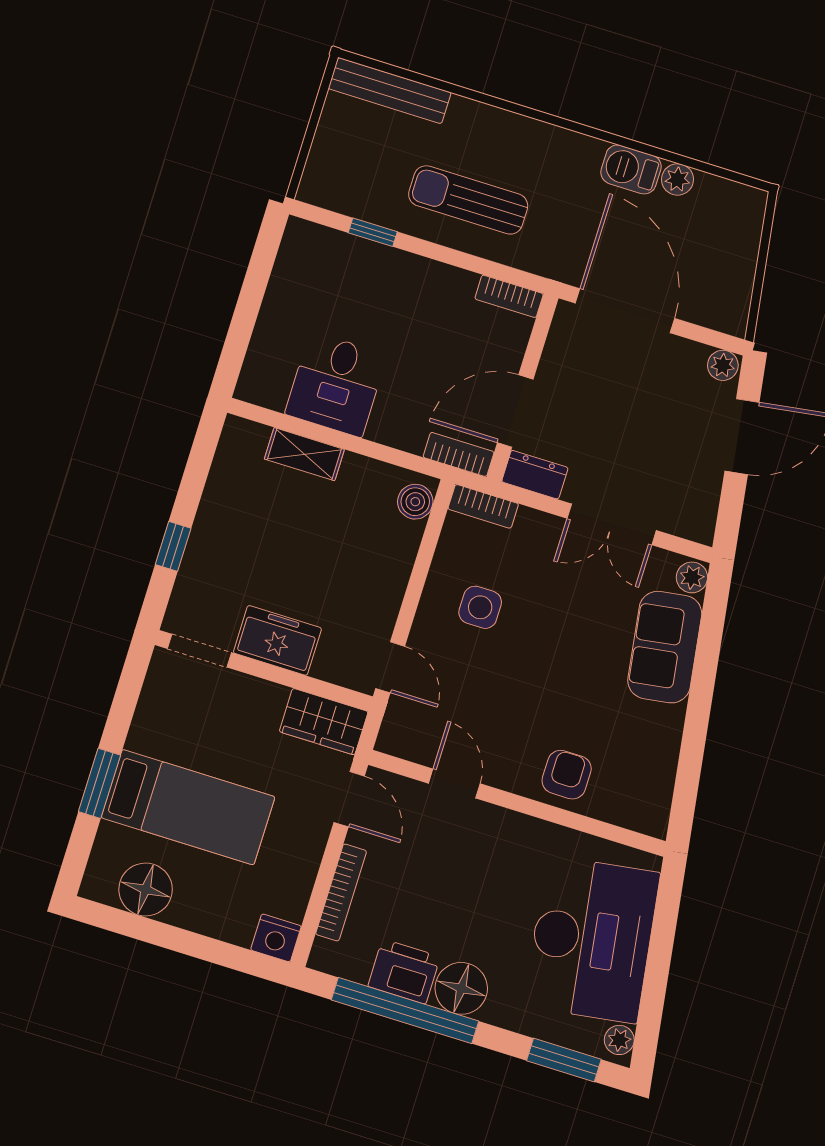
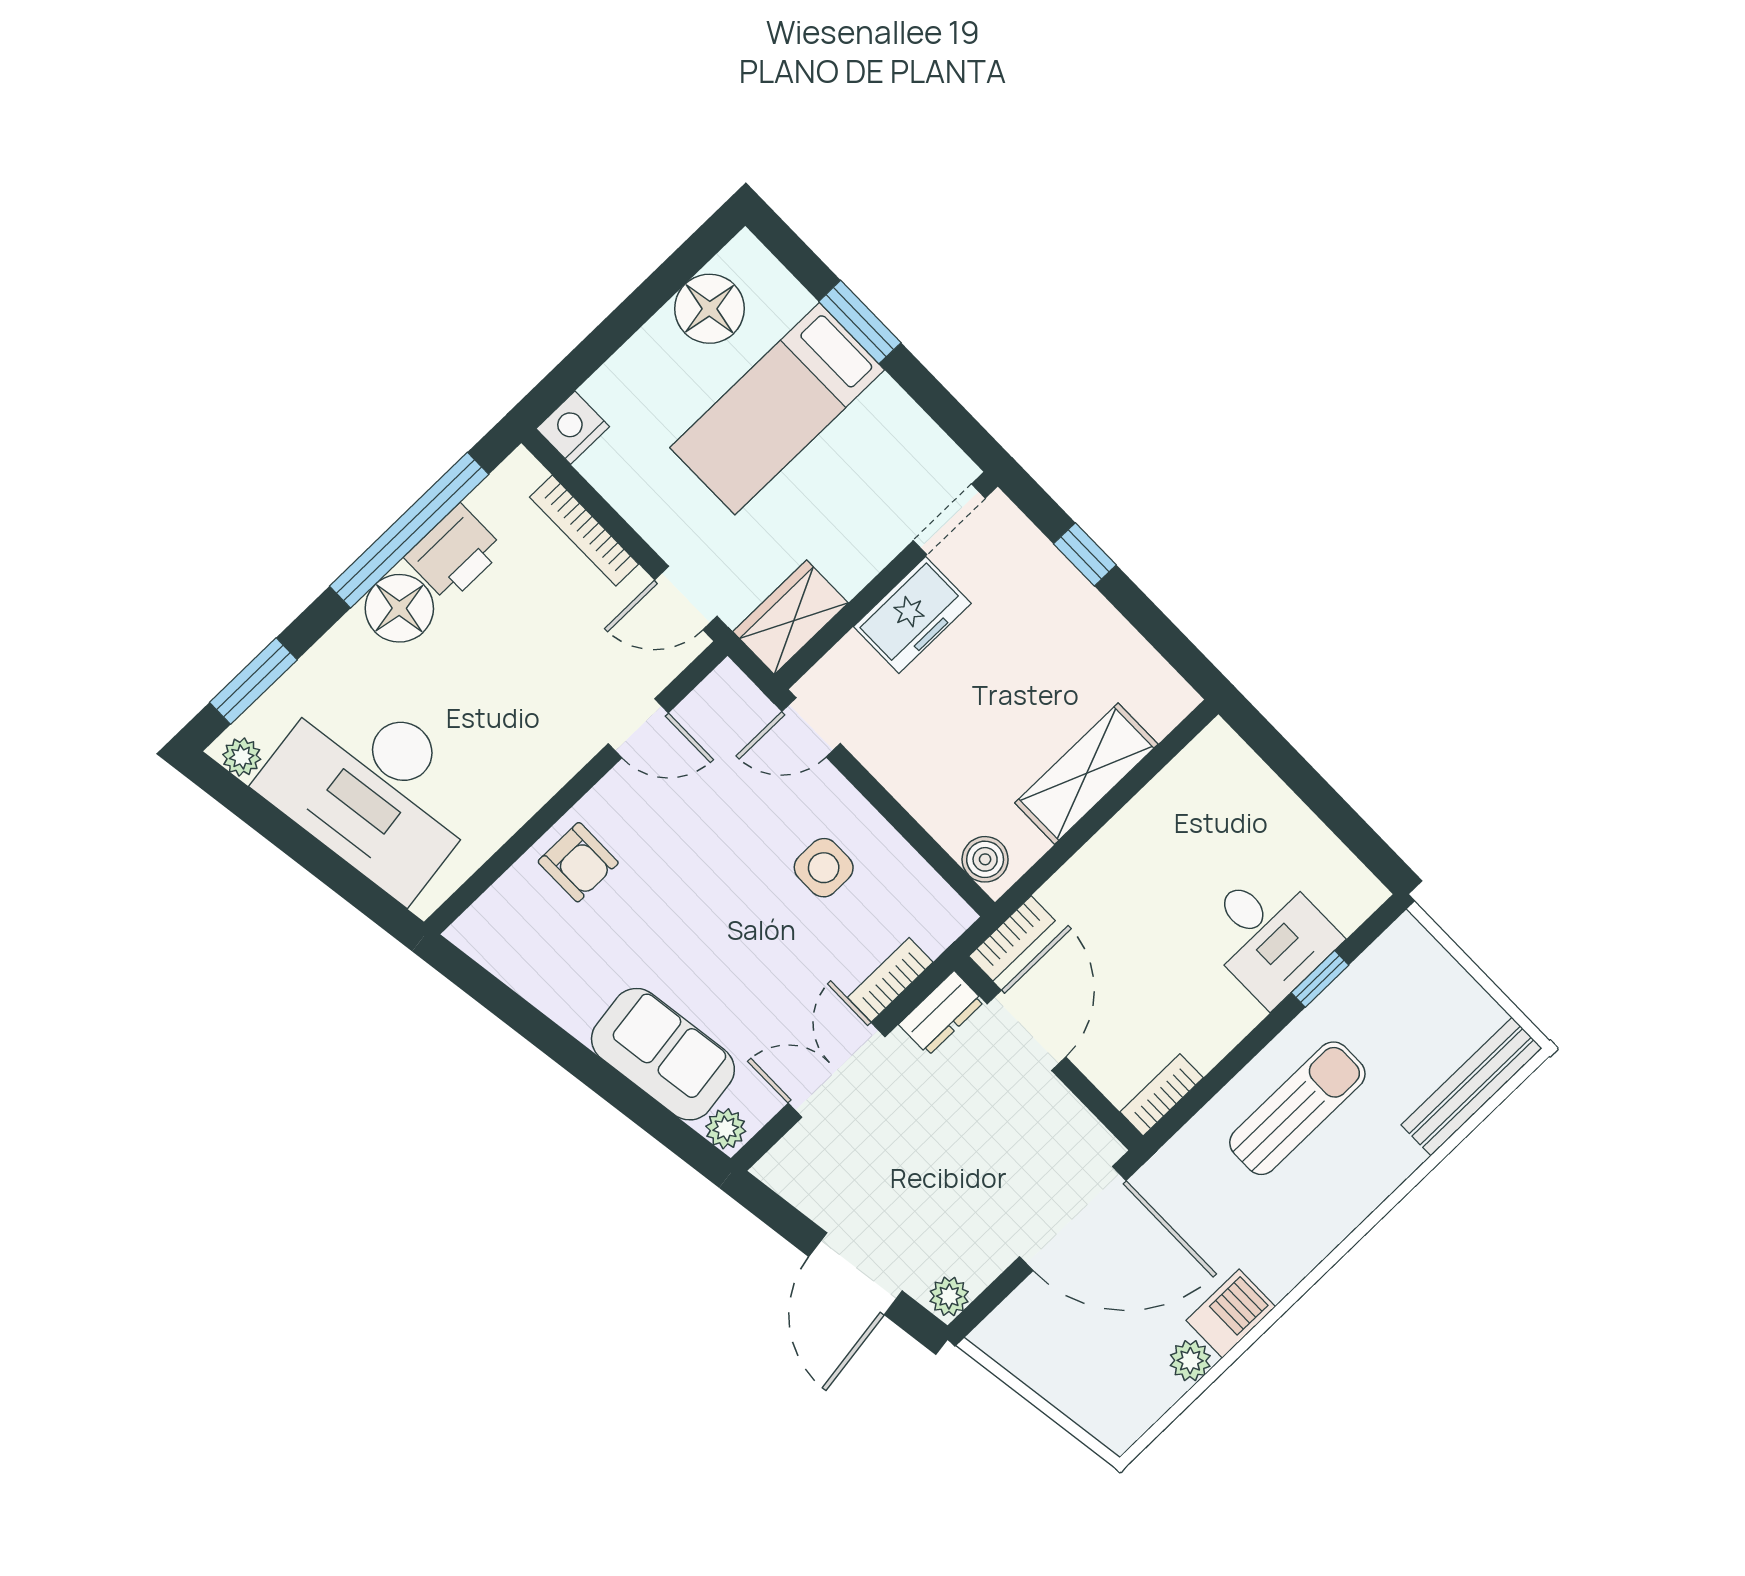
desk: (336, 384) -> (1268, 935), moved, turned 180
shelving: (304, 454) -> (1086, 774), width x1.50, depth x1.33
bookcase: (483, 506) -> (890, 980), moved

